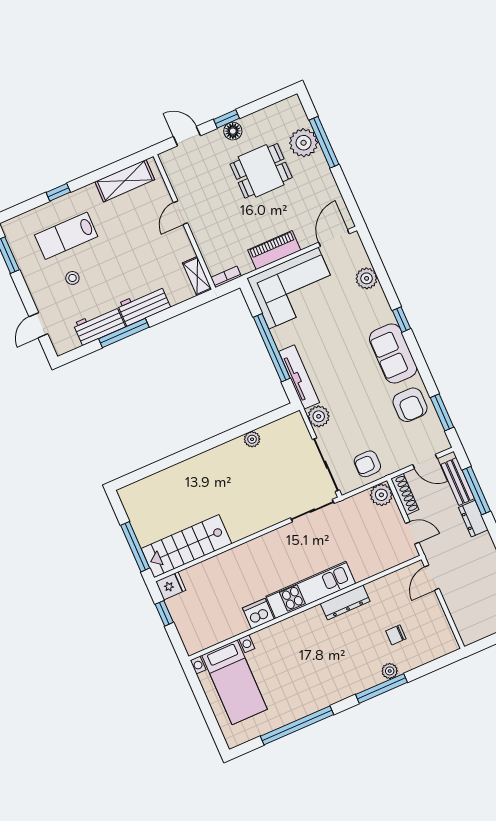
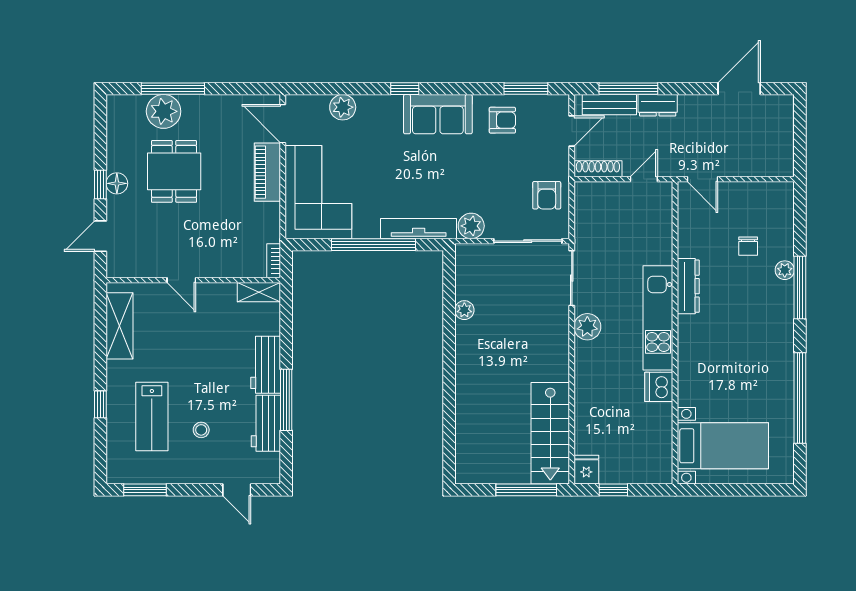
piano: (274, 250) -> (267, 172), moved
armchair: (410, 405) -> (502, 120), width x0.72, depth x0.72
plant: (381, 495) -> (587, 327), moved

